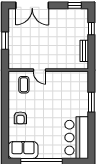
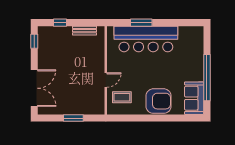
armchair: (20, 118) -> (159, 101), width x1.88, depth x1.88
bar counter: (77, 138) -> (146, 39), moved, width x1.36

